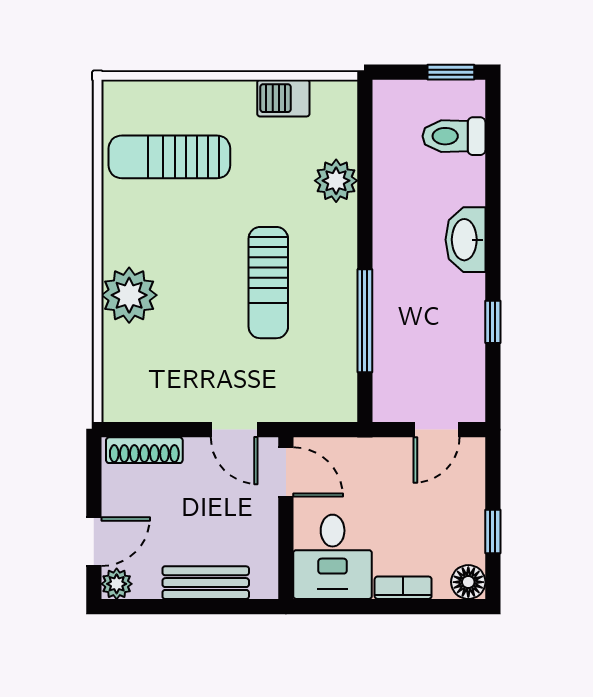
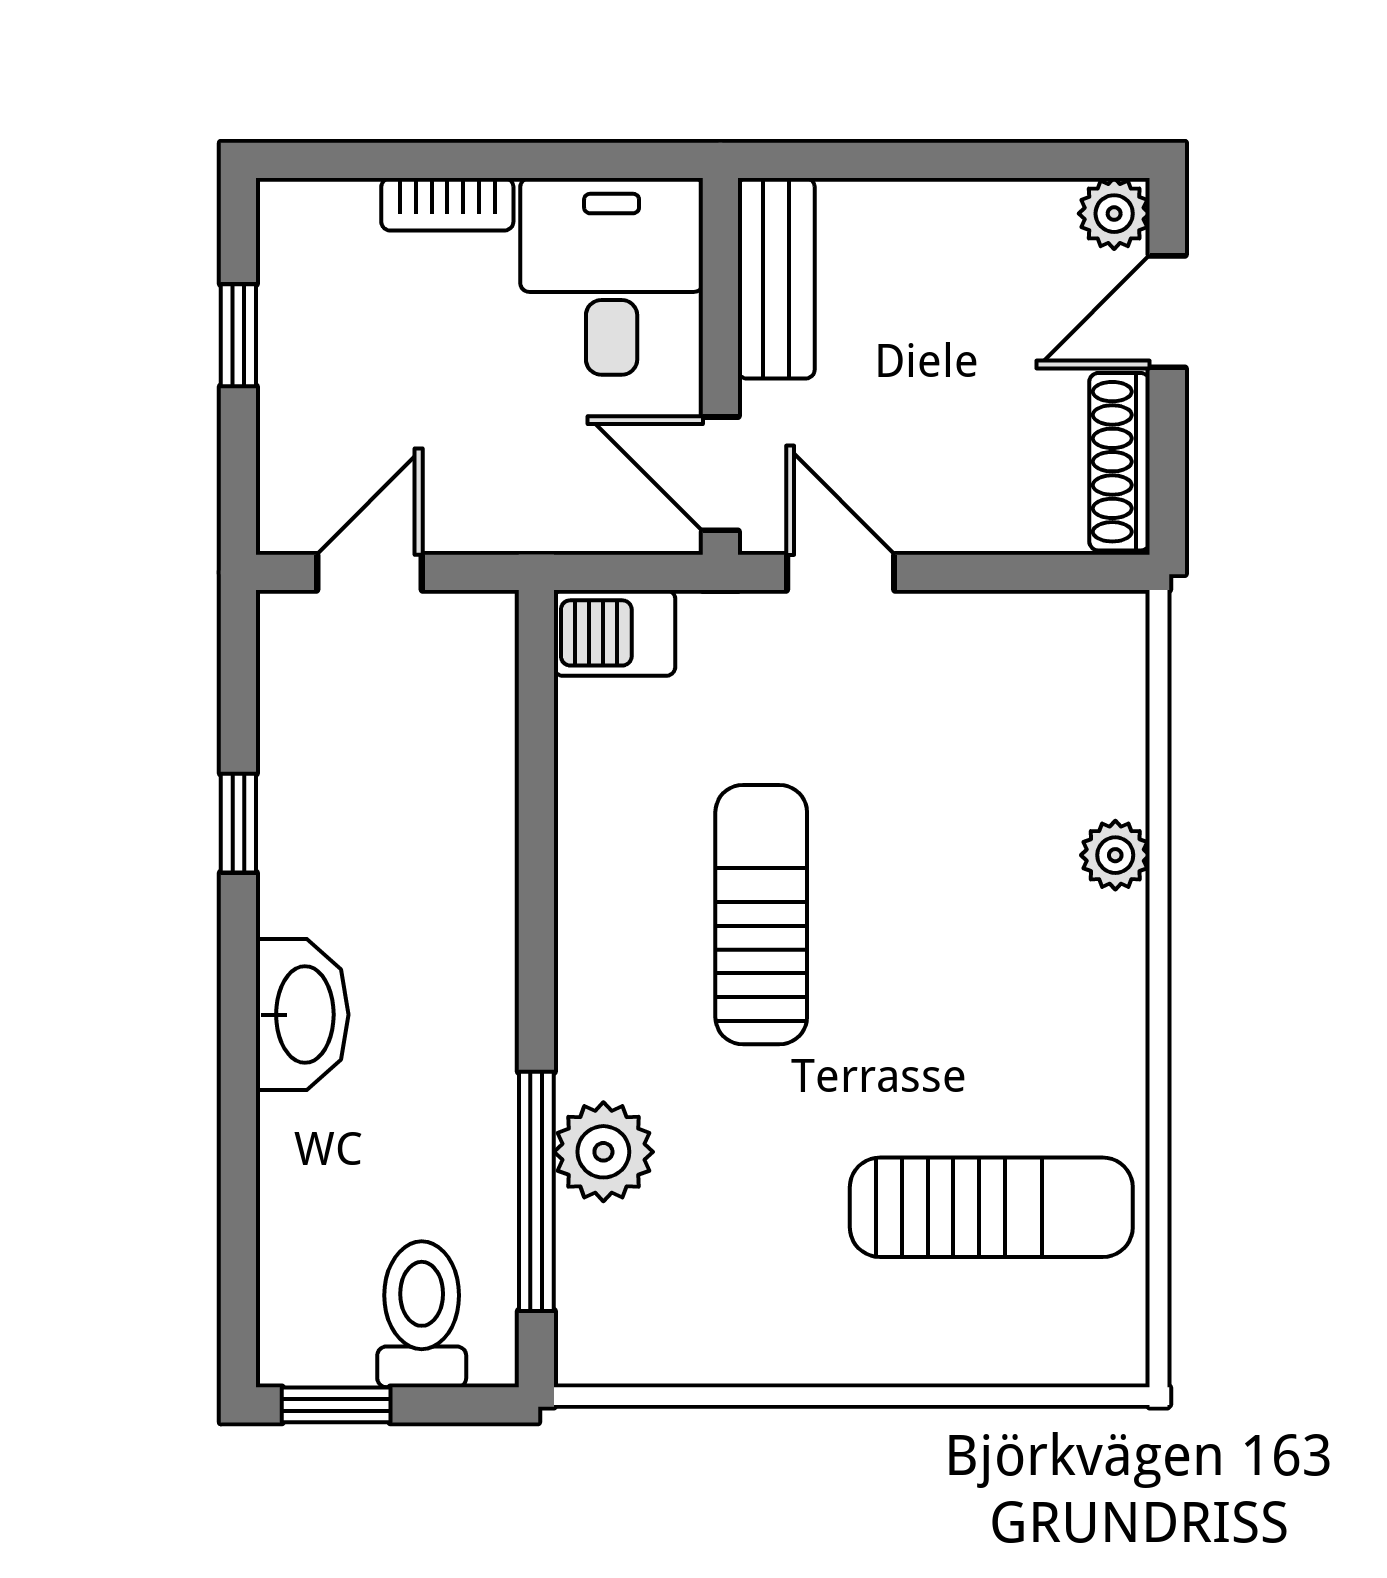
barbecue: (283, 98) -> (615, 633), moved, turned 180
toilet: (454, 136) -> (422, 1314), moved, turned -90
plant: (129, 295) -> (1115, 855), width x0.53, depth x0.53
window: (365, 321) -> (536, 1191), moved
shoe rack: (144, 450) -> (1120, 462), moved, turned -90
floor lamp: (468, 582) -> (296, 218), removed
bench: (206, 583) -> (776, 278), moved, turned 90

